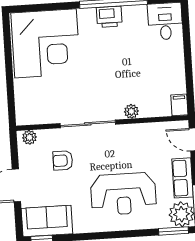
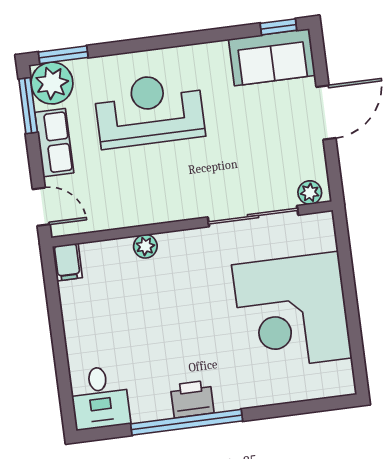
corner desk: (46, 43) -> (292, 311), moved, turned -90
sliding door: (88, 124) -> (253, 216), moved
armchair: (63, 161) -> (252, 158), removed

